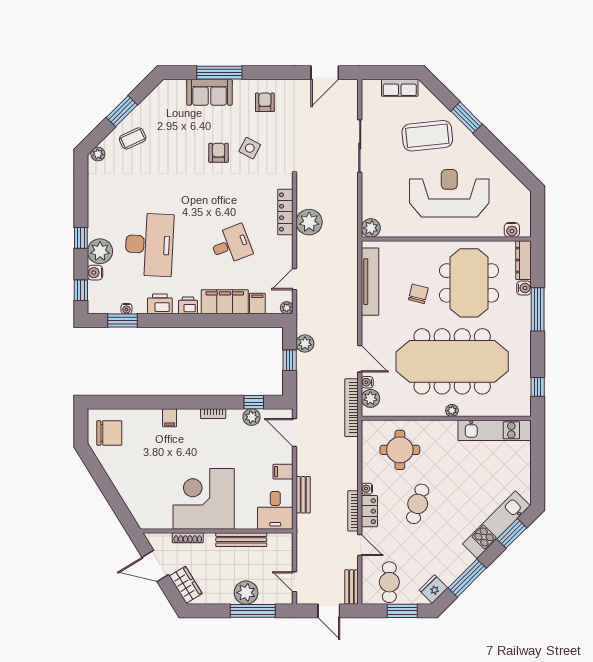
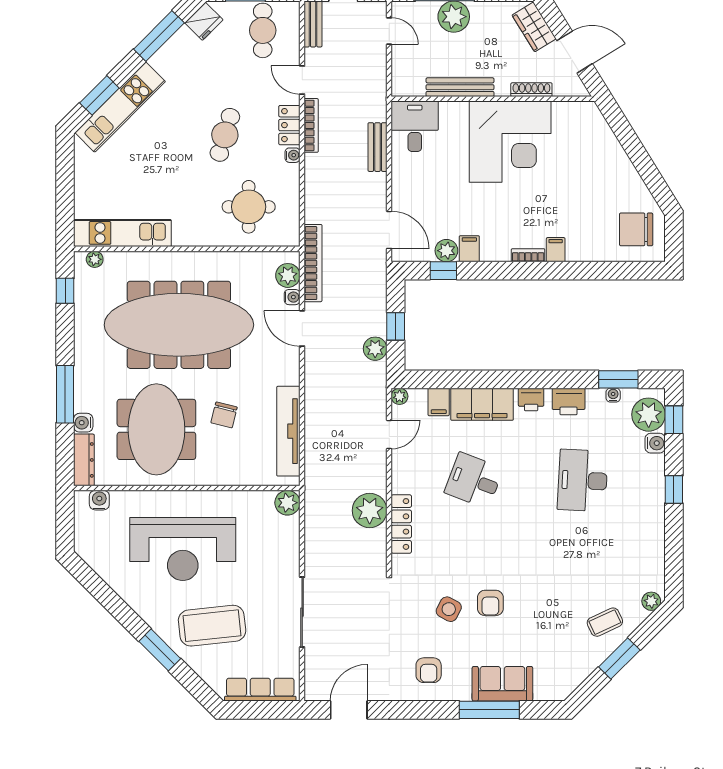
row of seats: (400, 88) -> (260, 690), width x1.48
desk: (149, 245) -> (583, 480), width x0.73, depth x0.77
desk: (231, 245) -> (474, 480), turned 42
plant: (100, 251) -> (649, 415), moved
plant: (452, 411) -> (95, 259), moved
bookcase: (213, 414) -> (528, 255), moved
filing cabinet: (283, 472) -> (469, 249), moved, turned -90

